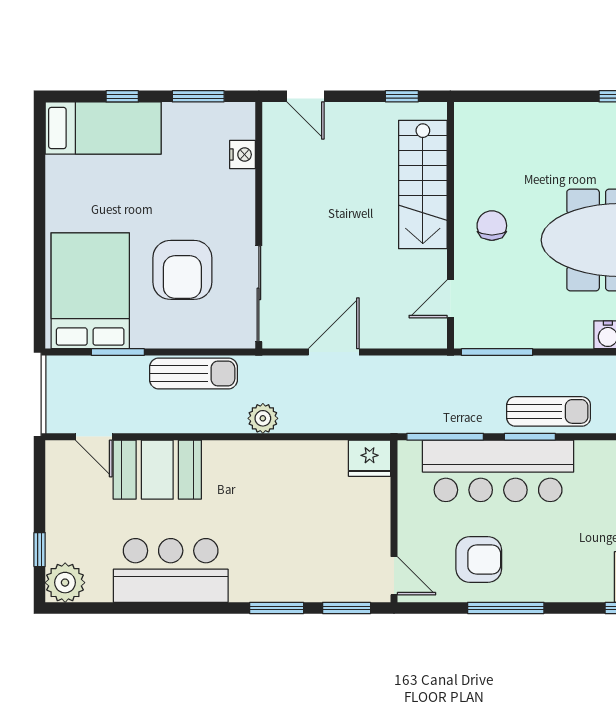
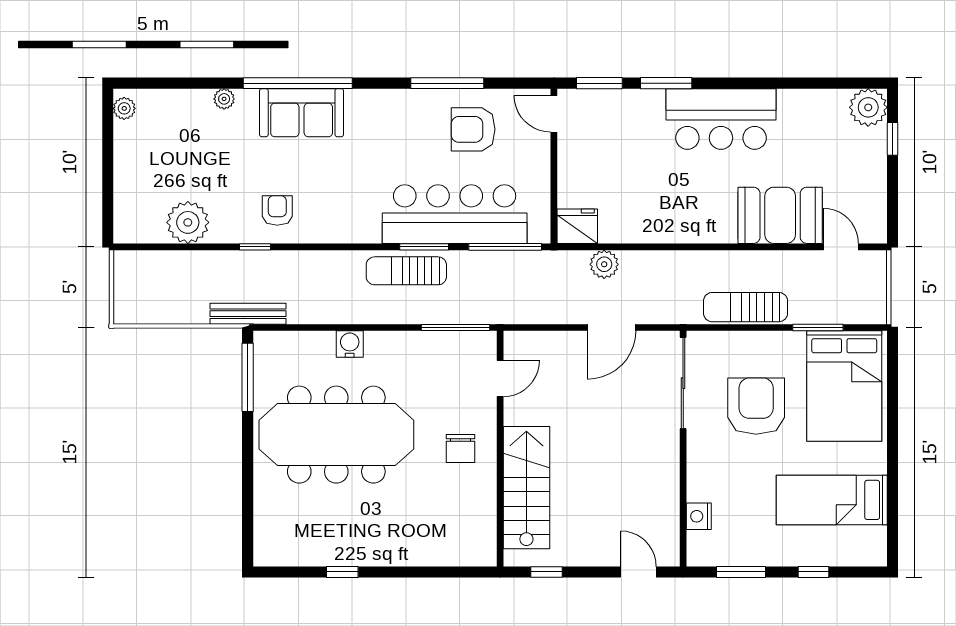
bed: (103, 128) -> (832, 500), moved
plant: (263, 418) -> (604, 264), moved
bar counter: (171, 570) -> (721, 119), moved

